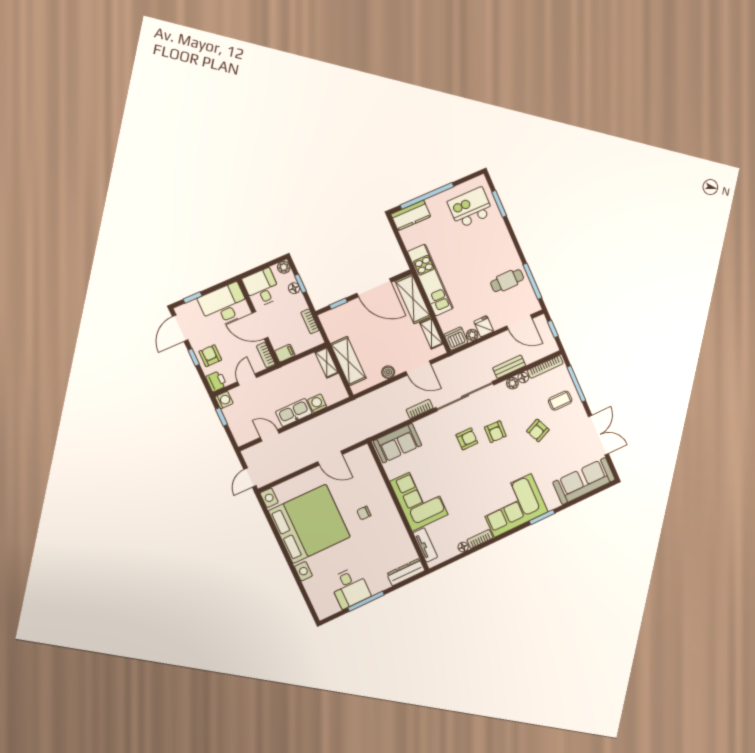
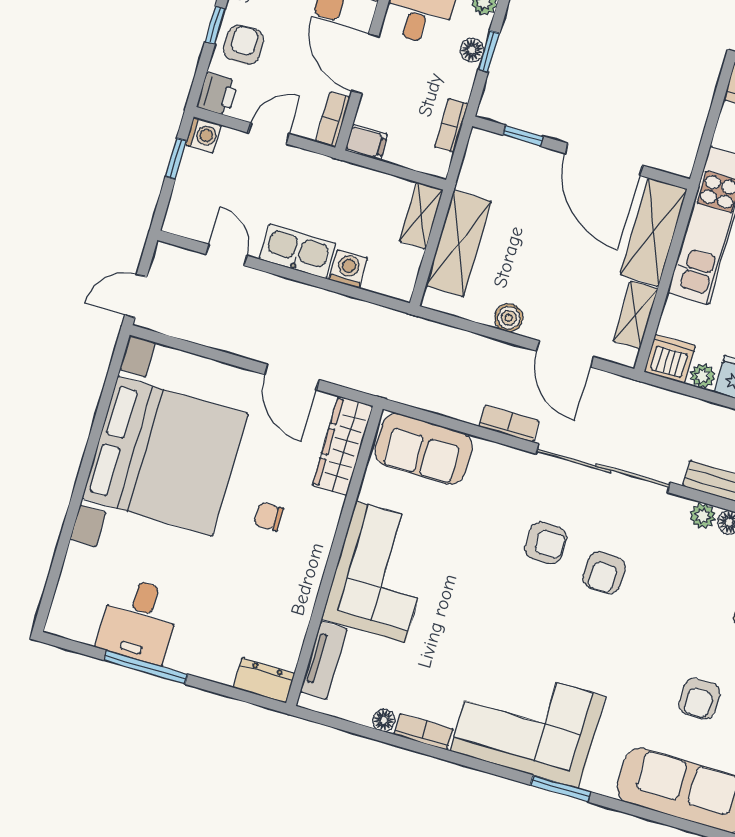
armchair: (538, 430) -> (700, 699), moved, turned -66
wardrobe: (369, 466) -> (343, 446), added
dresser: (406, 572) -> (264, 681), width x0.70

